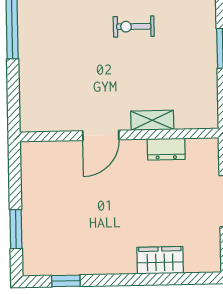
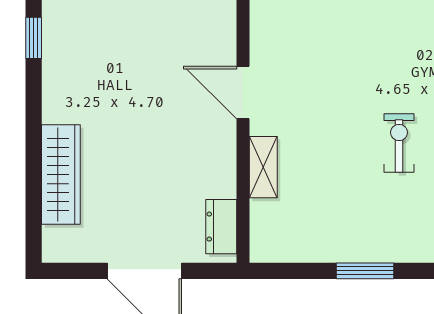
dresser: (166, 149) -> (221, 227), moved
wardrobe: (160, 260) -> (61, 175), width x1.50

